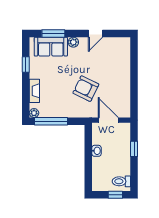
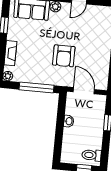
armchair: (86, 89) -> (64, 56), turned -116
window: (51, 121) -> (37, 87), moved

